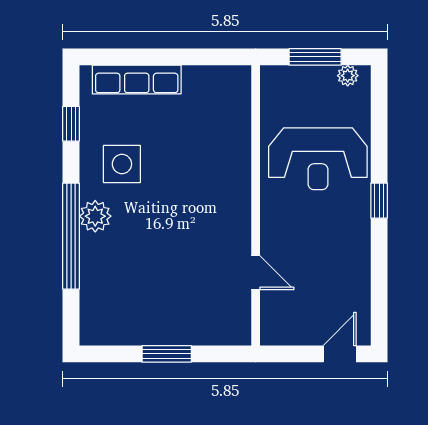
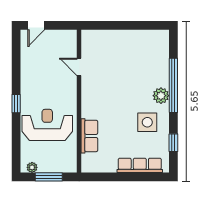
row of seats: (235, 137) -> (89, 136), added
window: (167, 354) -> (124, 25), removed

